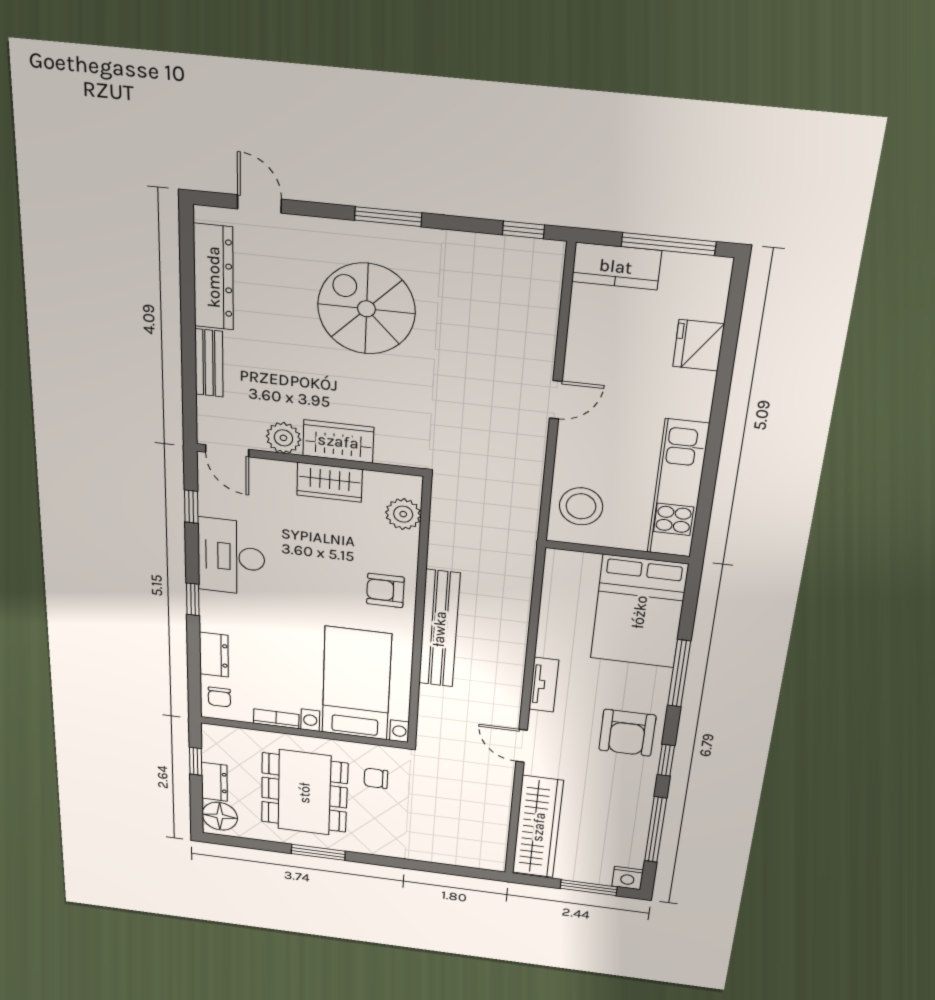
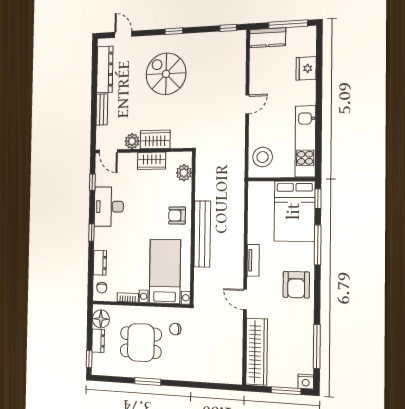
window: (388, 217) -> (174, 31), width x0.67
window: (666, 760) -> (318, 199), moved
window: (196, 761) -> (89, 359), moved
dining table: (304, 793) -> (141, 343), width x0.73
floor lamp: (220, 816) -> (101, 319), moved

